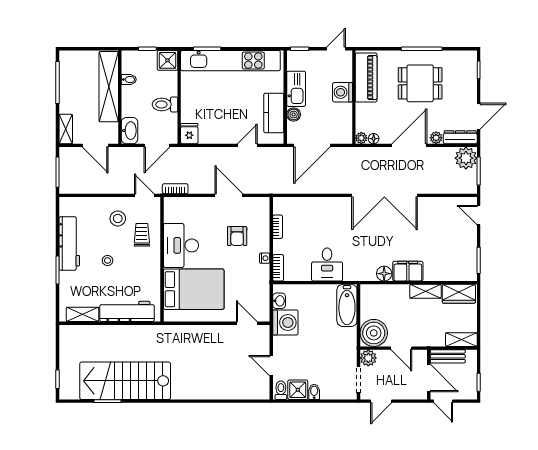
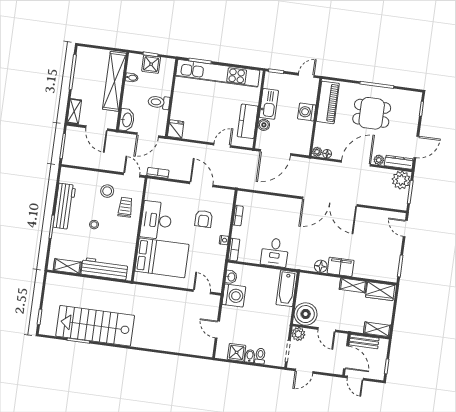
shower: (167, 60) -> (151, 64), moved
toilet: (281, 390) -> (260, 356), moved

